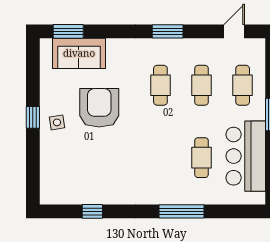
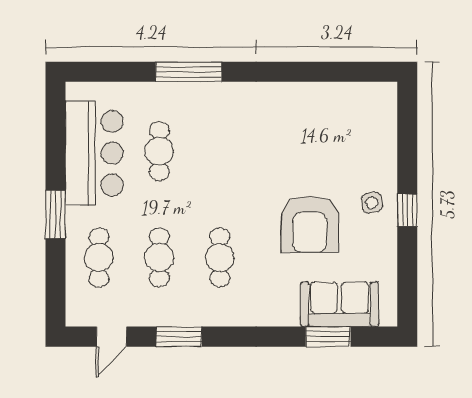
window: (68, 31) -> (328, 337), moved
window: (168, 31) -> (179, 337), moved
window: (92, 211) -> (320, 72), removed

